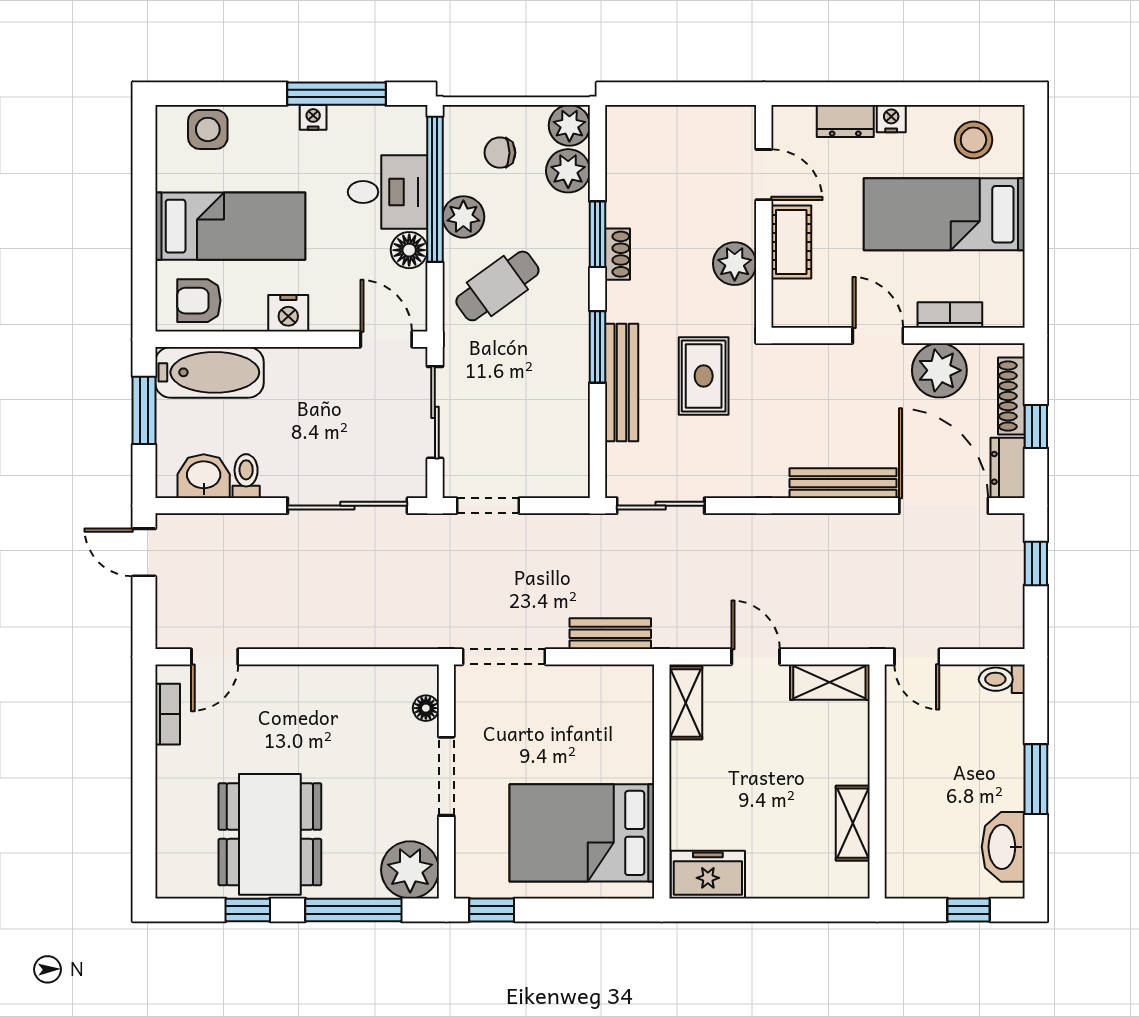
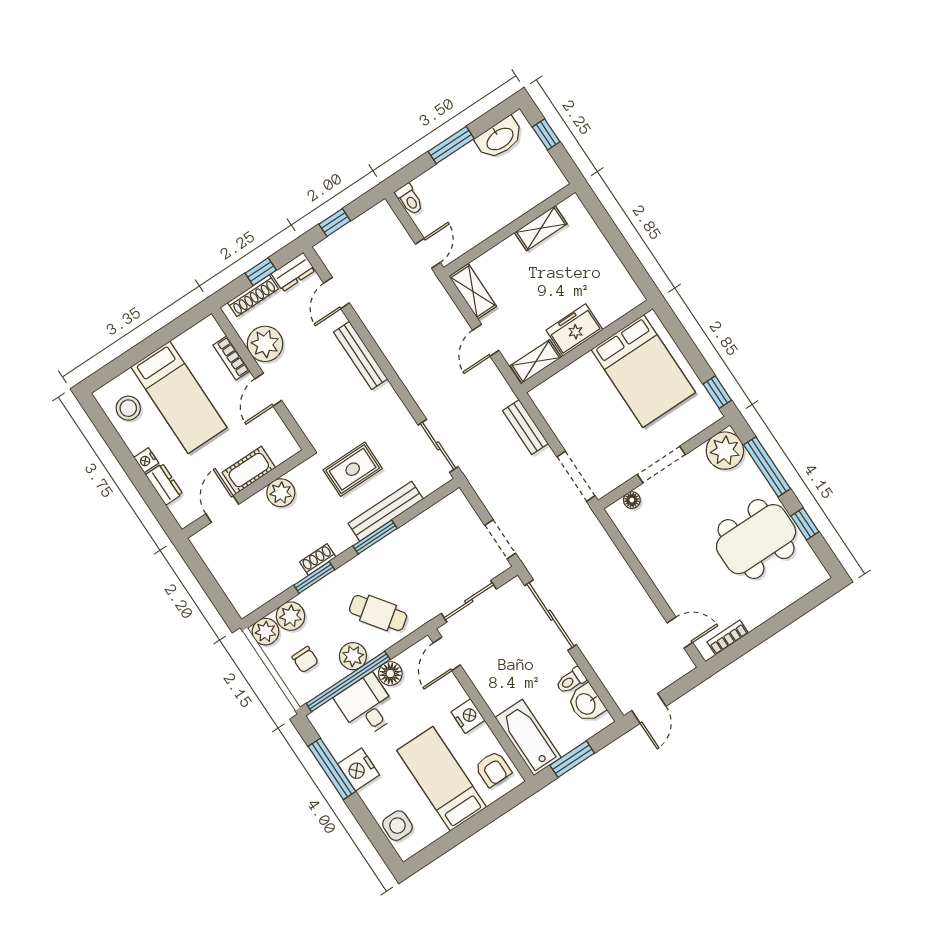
nightstand: (313, 117) -> (359, 769), width x1.89, depth x1.79
door: (944, 506) -> (337, 293), width x0.53
freezer: (708, 875) -> (574, 330), moved, turned 90

